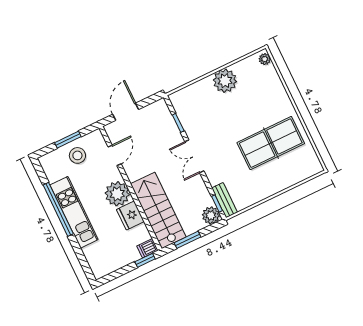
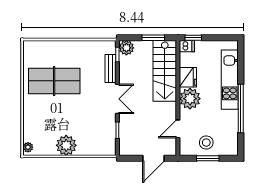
bench: (224, 200) -> (110, 68), moved
kitchen unit: (74, 212) -> (230, 80), moved

